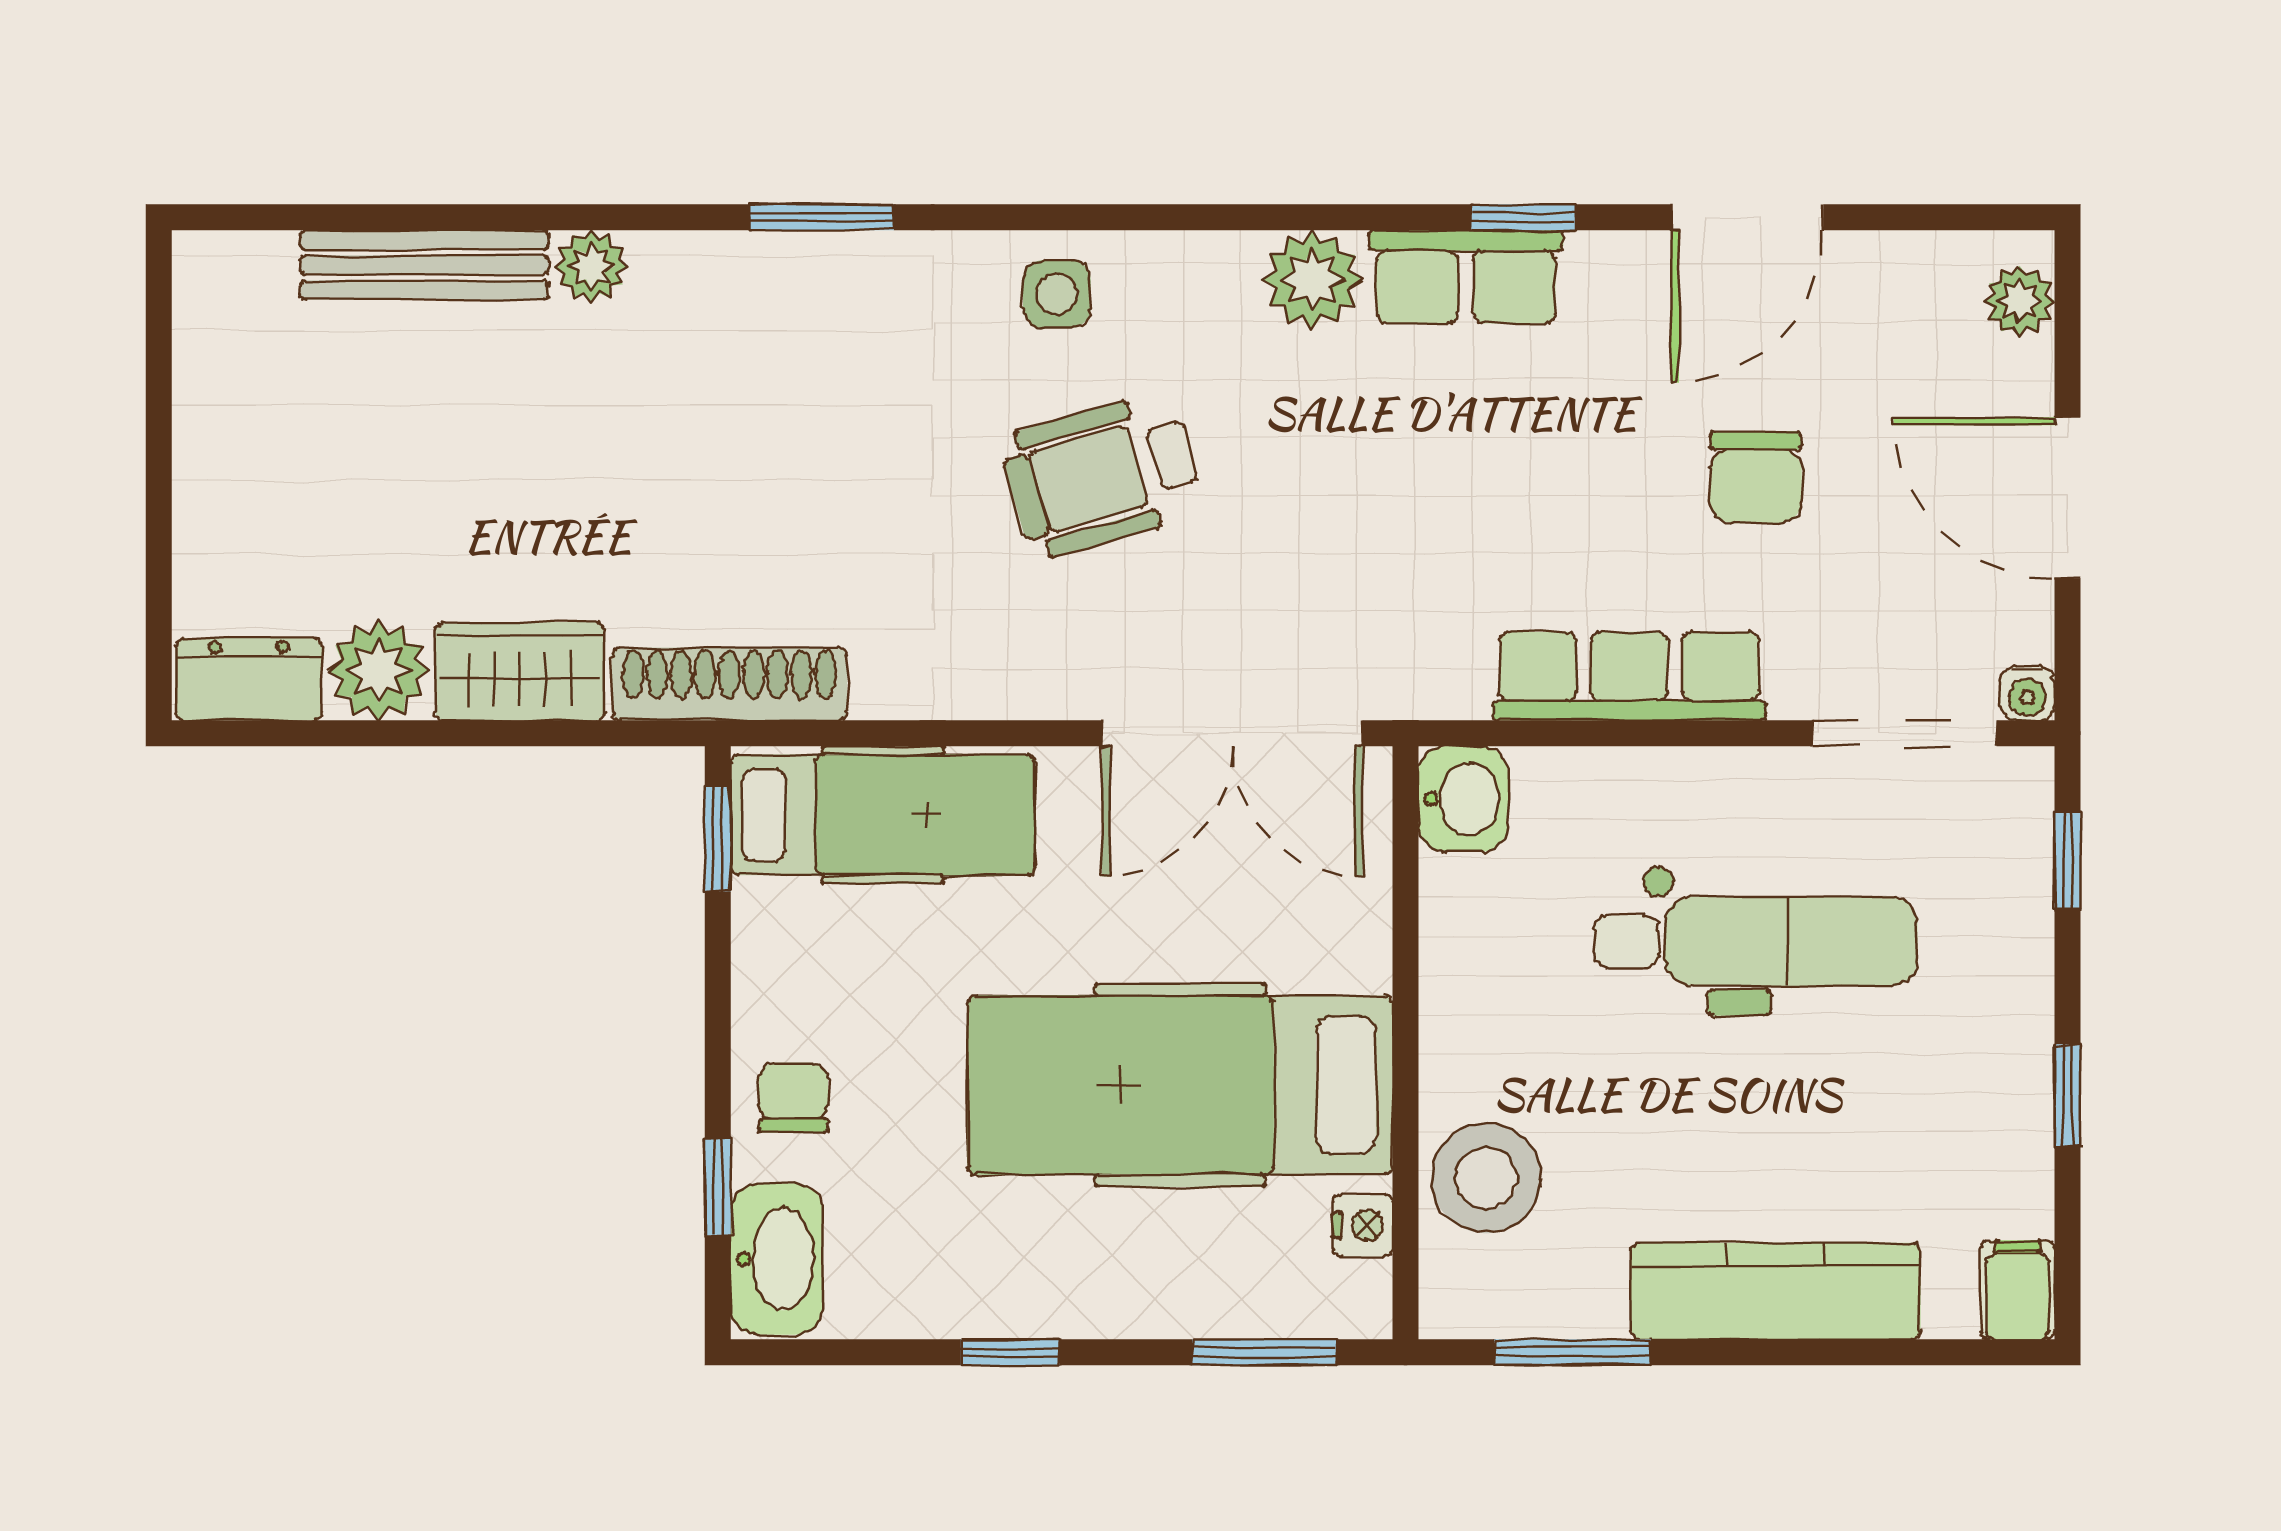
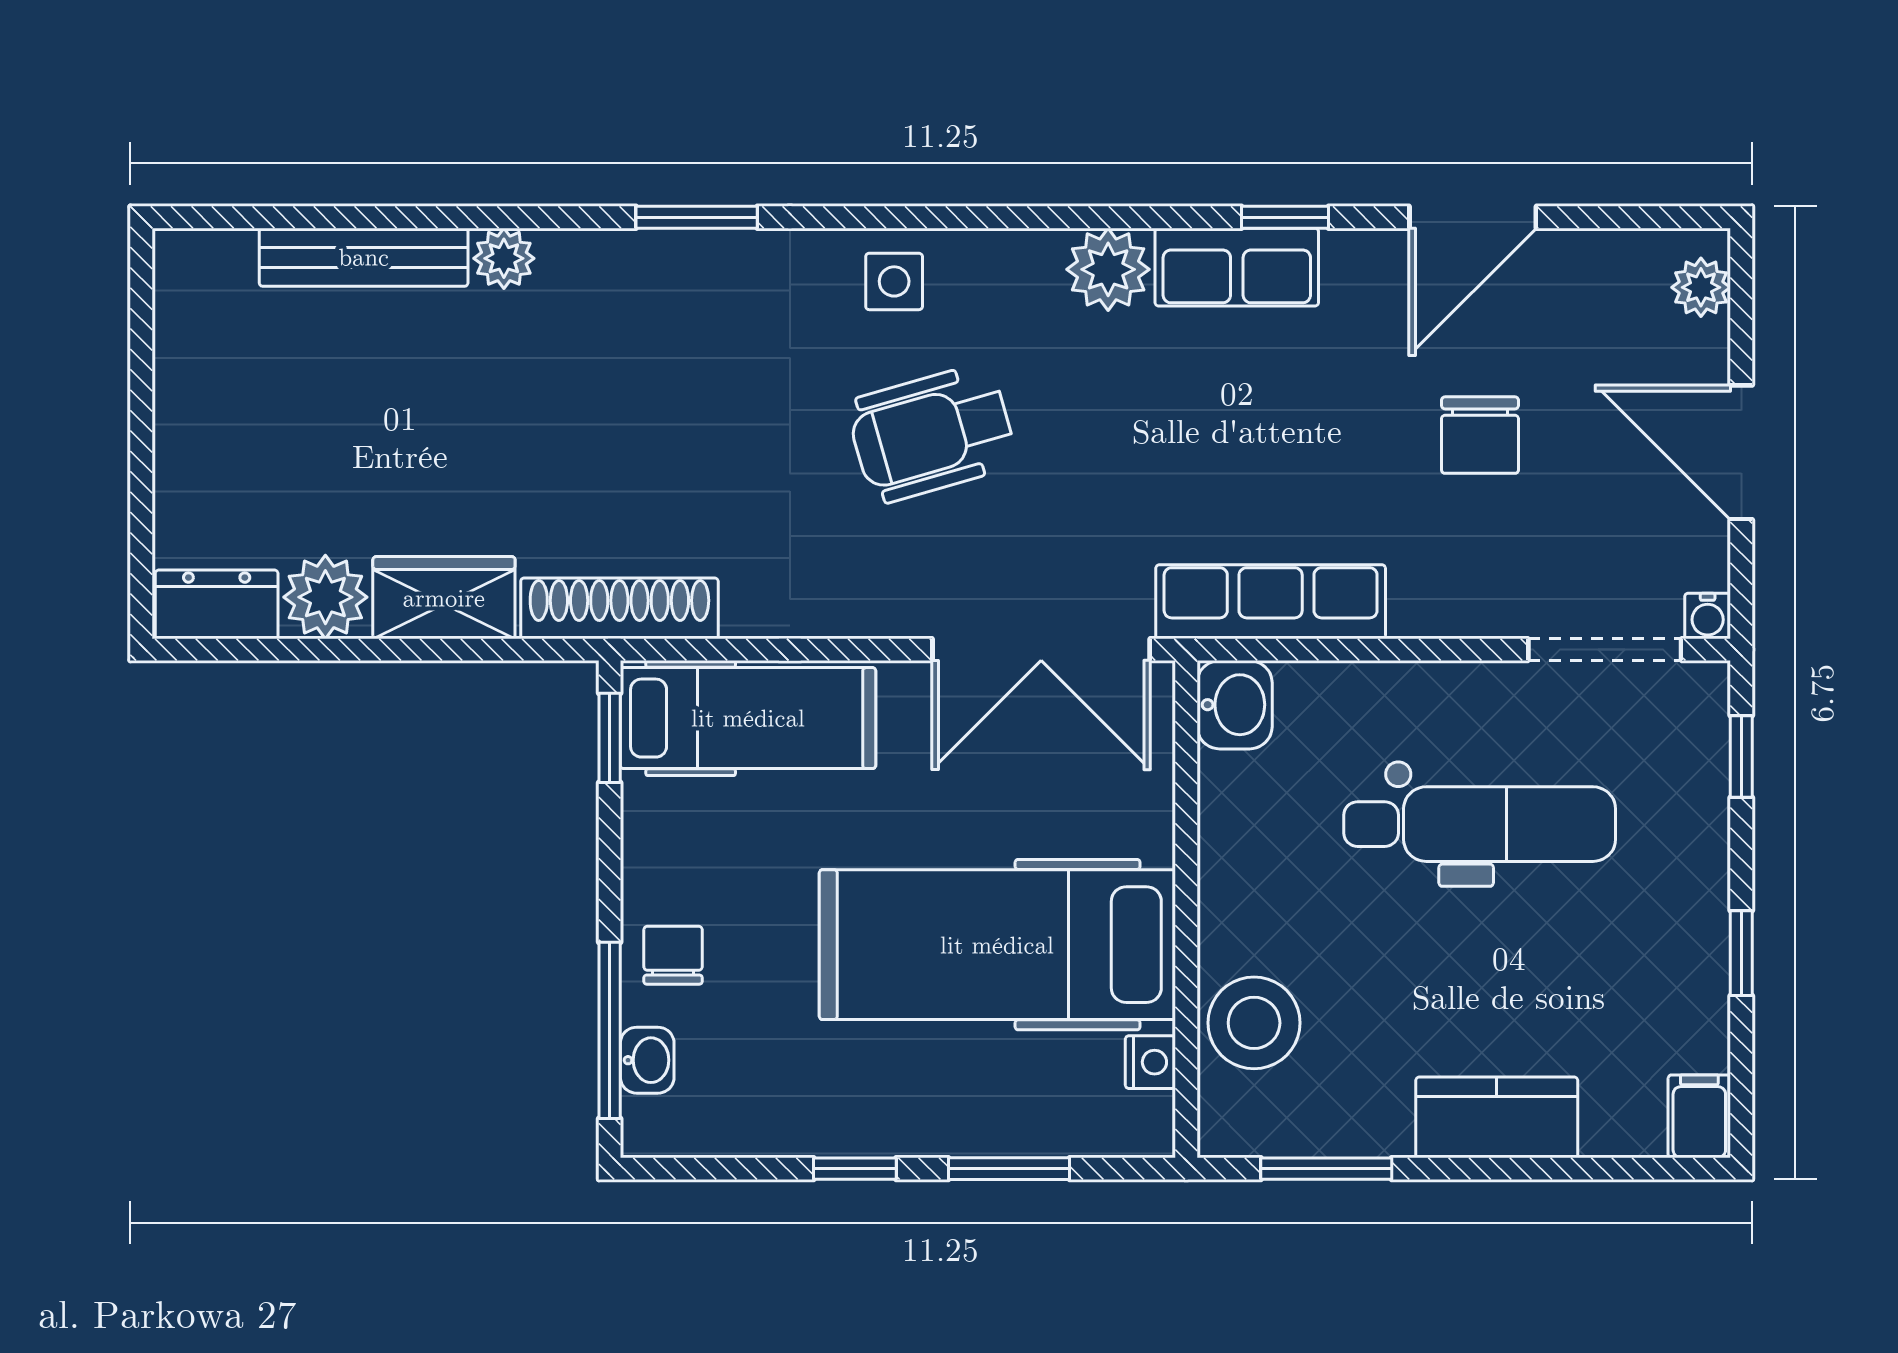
row of seats: (1629, 676) -> (1271, 602), moved
window: (718, 1187) -> (610, 1030), width x2.17
washbasin: (777, 1259) -> (647, 1060), width x0.52, depth x0.69
kitchen counter: (1776, 1291) -> (1497, 1117), width x0.67
window: (1264, 1352) -> (1009, 1169), moved

